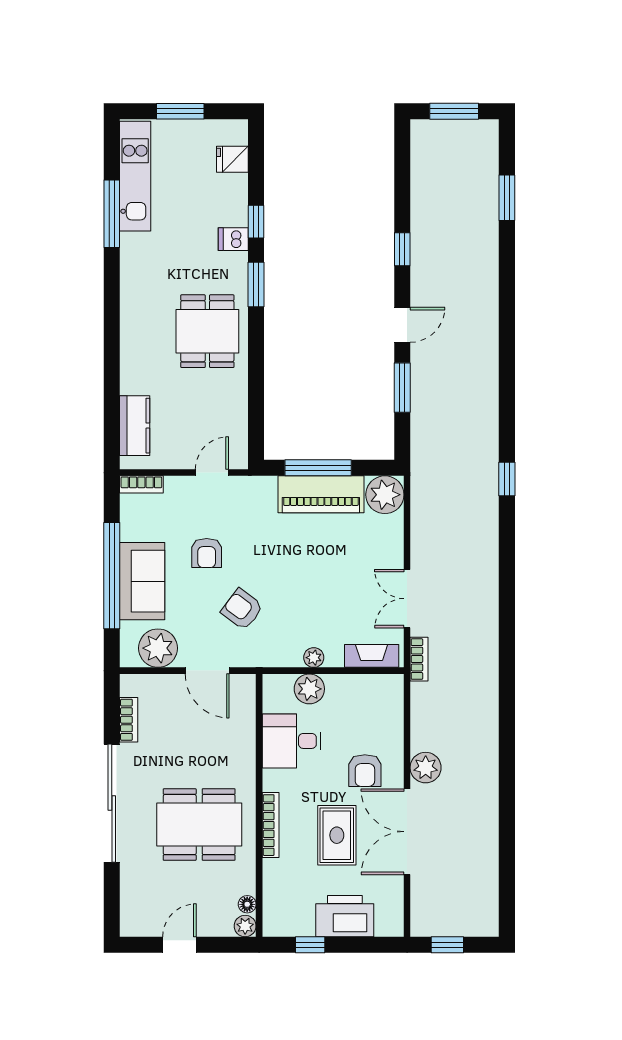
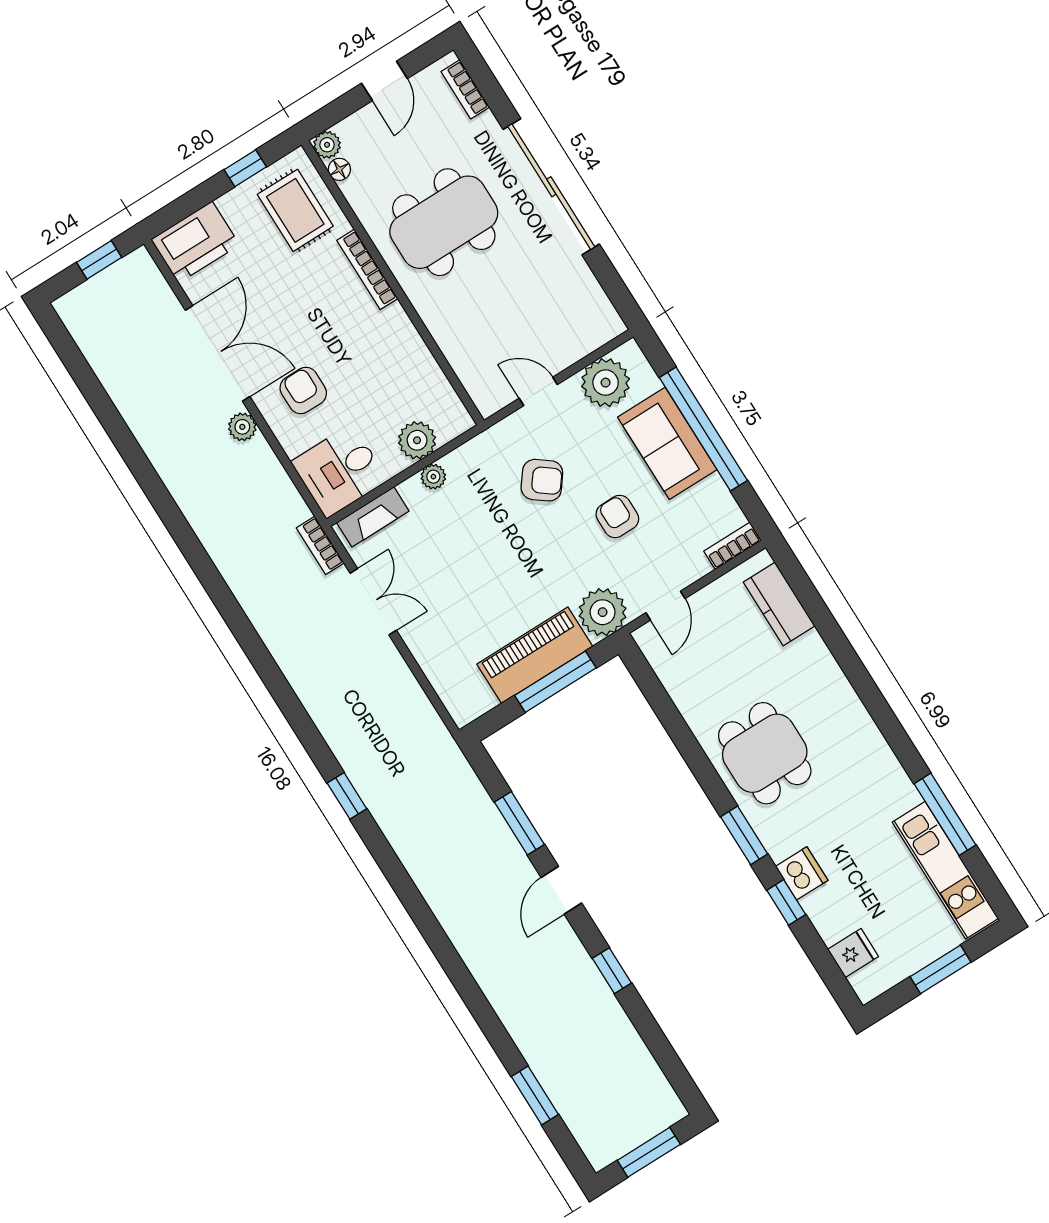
dishwasher: (233, 239) -> (802, 873), width x1.38
plant: (385, 495) -> (603, 612), moved
door: (207, 671) -> (538, 391), width x0.73
bookcase: (129, 720) -> (465, 89), moved
desk: (292, 741) -> (340, 471), moved, turned 180
plant: (426, 768) -> (242, 427), width x0.73, depth x0.73
rug: (337, 835) -> (295, 210), moved
printer: (345, 916) -> (195, 242), moved

